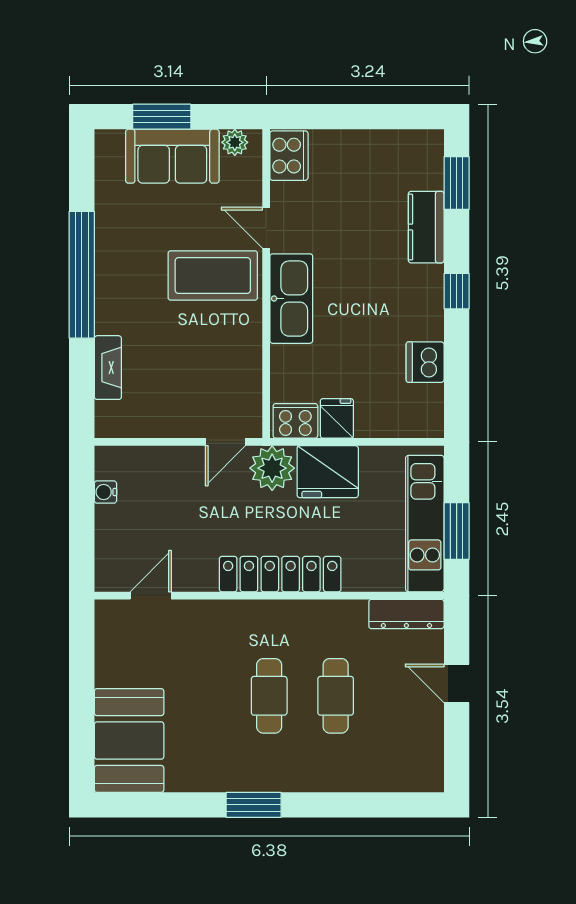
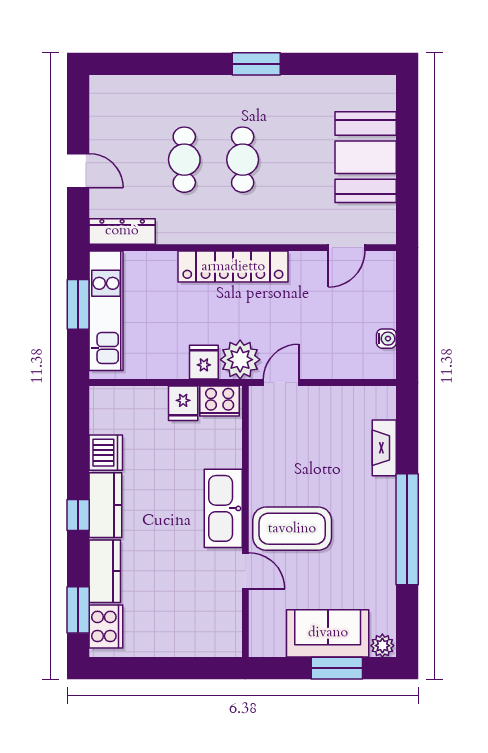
plant: (235, 142) -> (382, 646), moved
cooker: (289, 156) -> (106, 626), moved, turned 180
kitchen counter: (426, 302) -> (105, 505), added
fridge: (328, 472) -> (204, 362), width x0.53, depth x0.75
booth: (129, 740) -> (366, 157), moved

